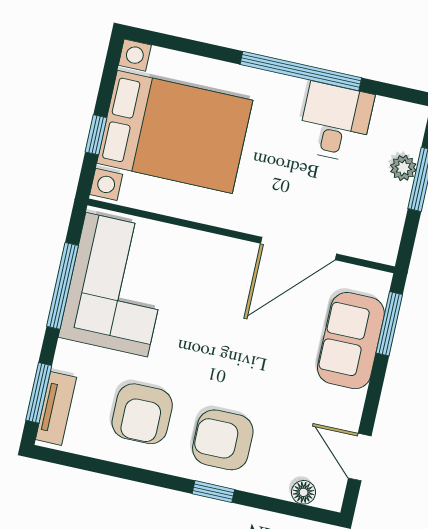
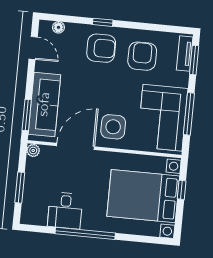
plant: (403, 168) -> (33, 150), moved
side table: (218, 279) -> (113, 127), added
sofa: (351, 341) -> (44, 104), width x1.36

